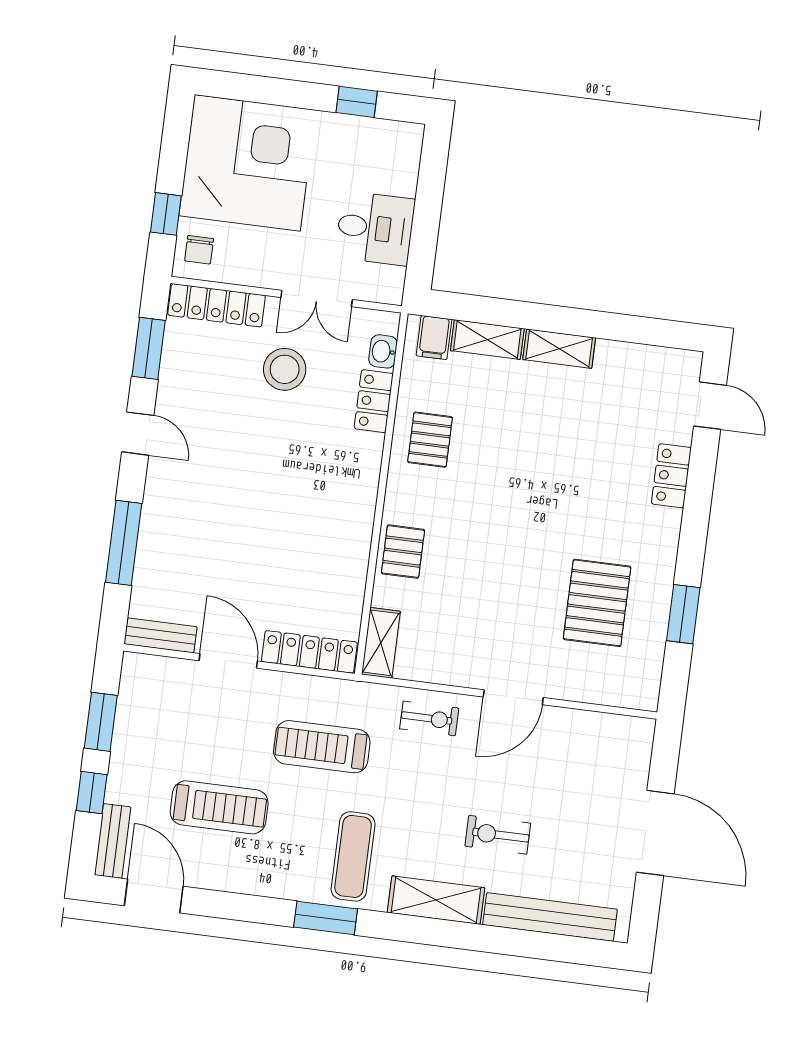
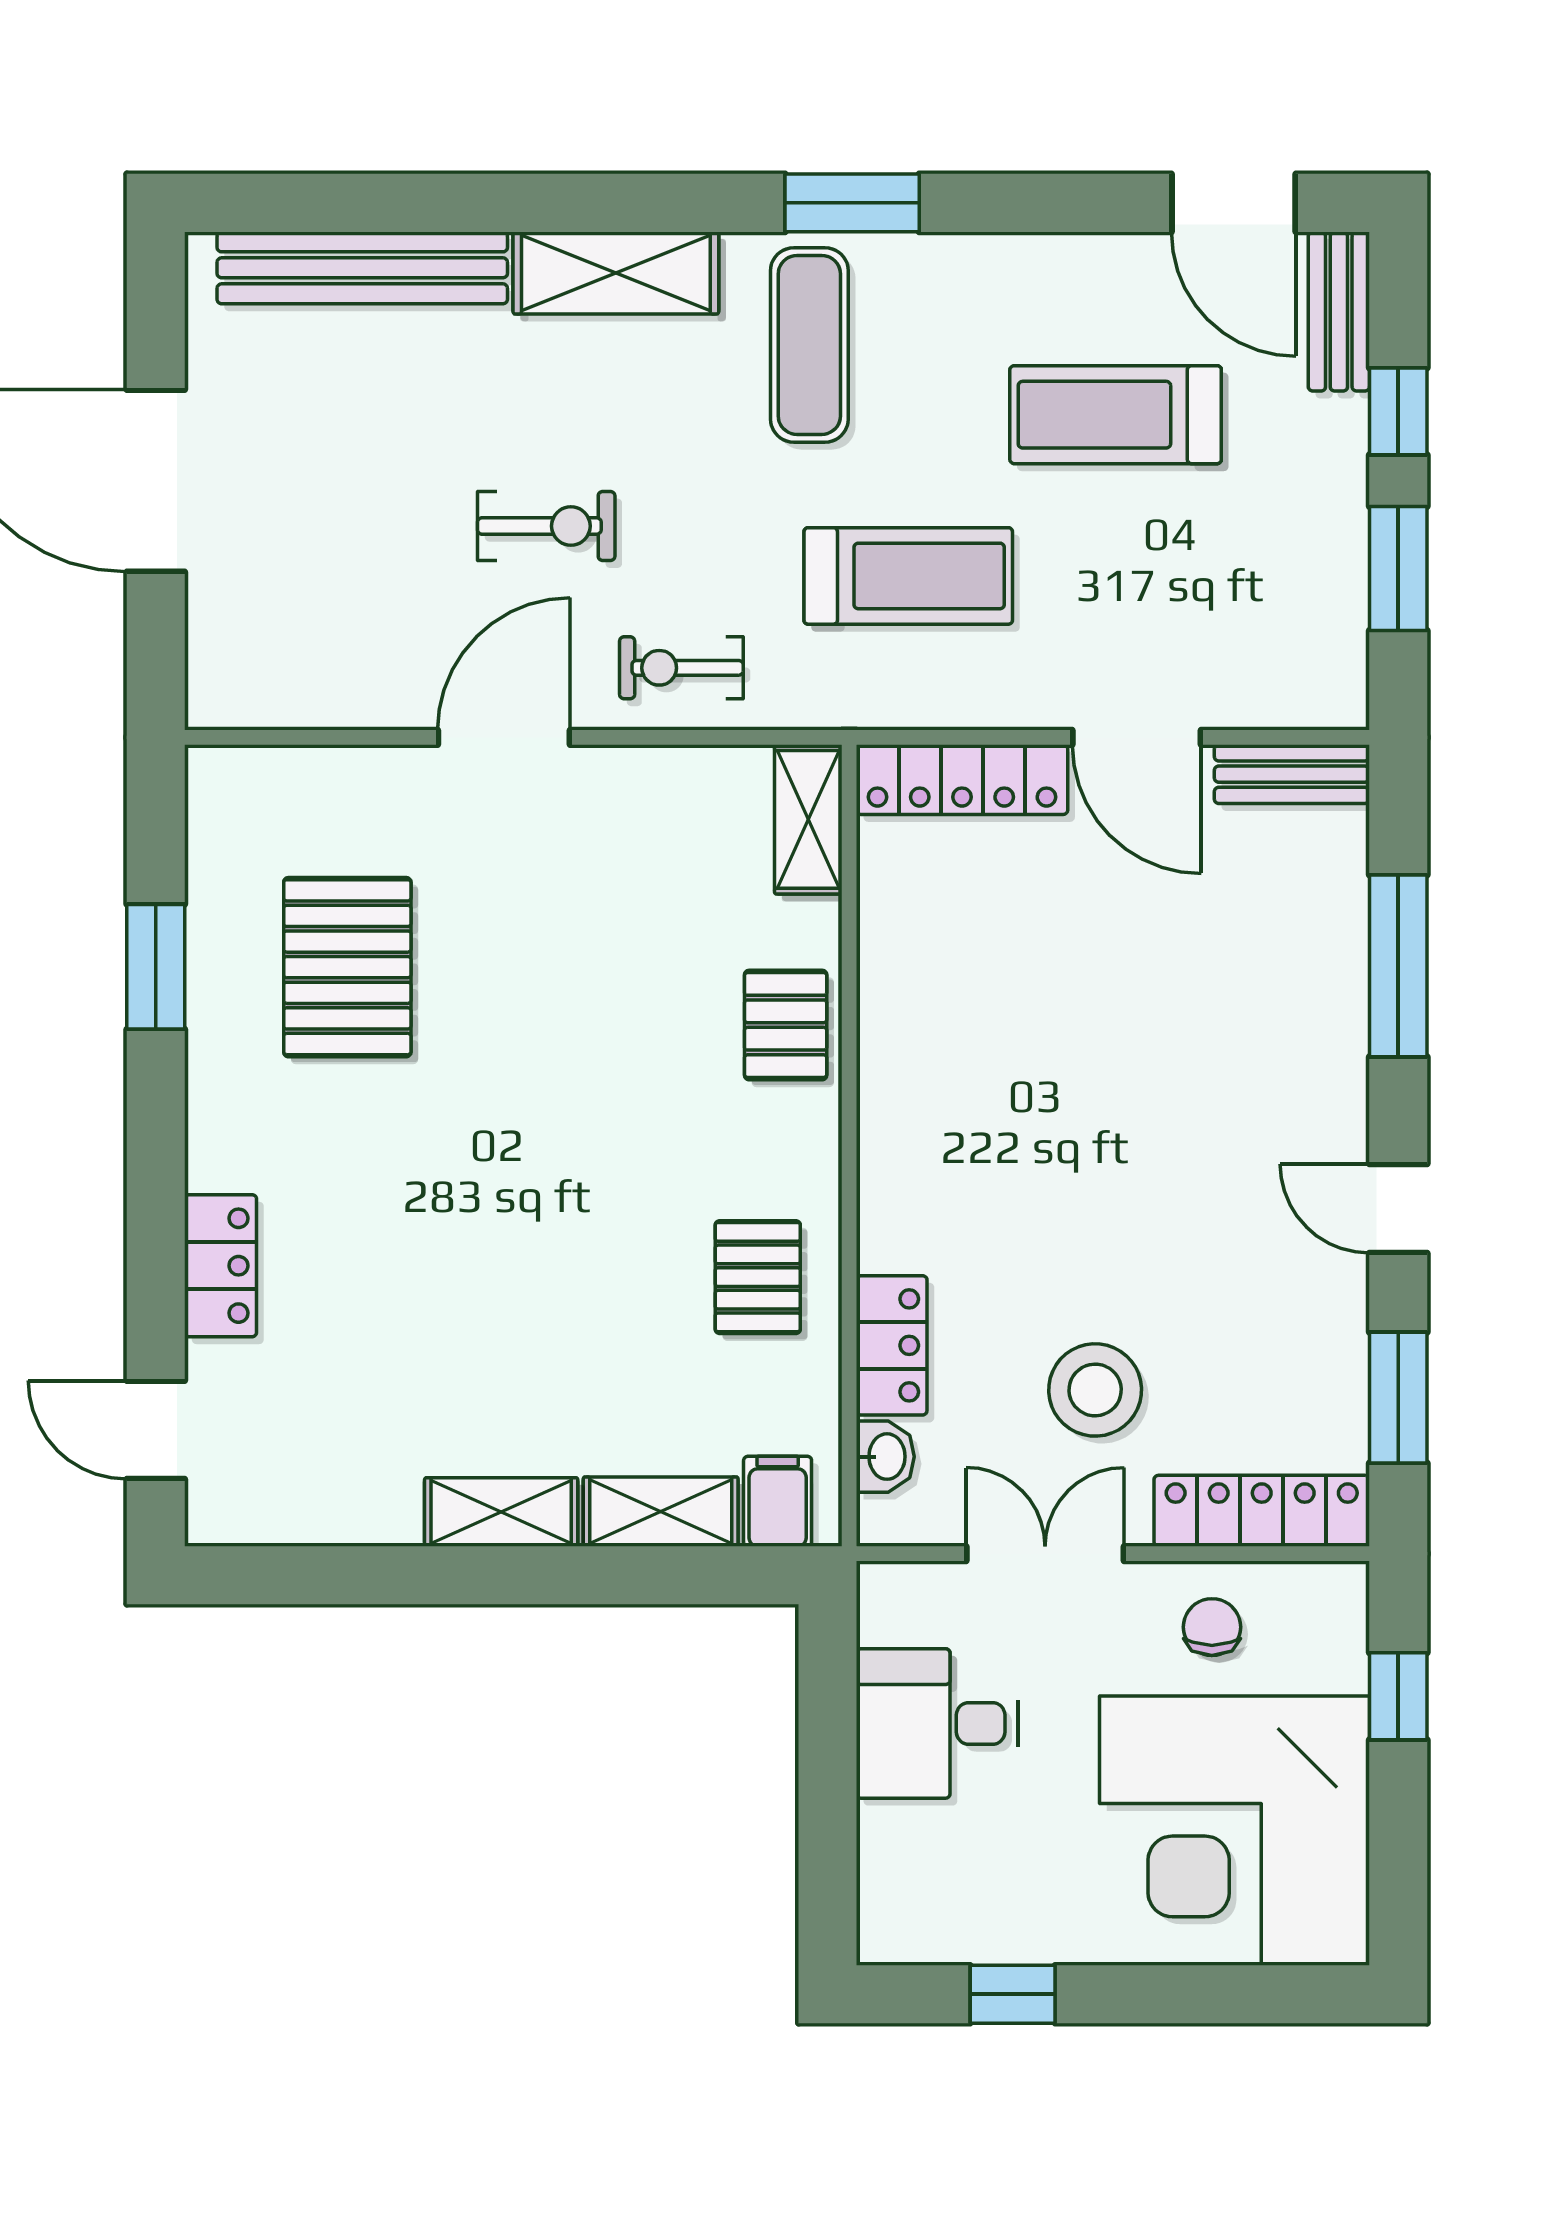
chair: (199, 250) -> (1212, 1627), moved
exercise bike: (498, 835) -> (546, 526), moved

